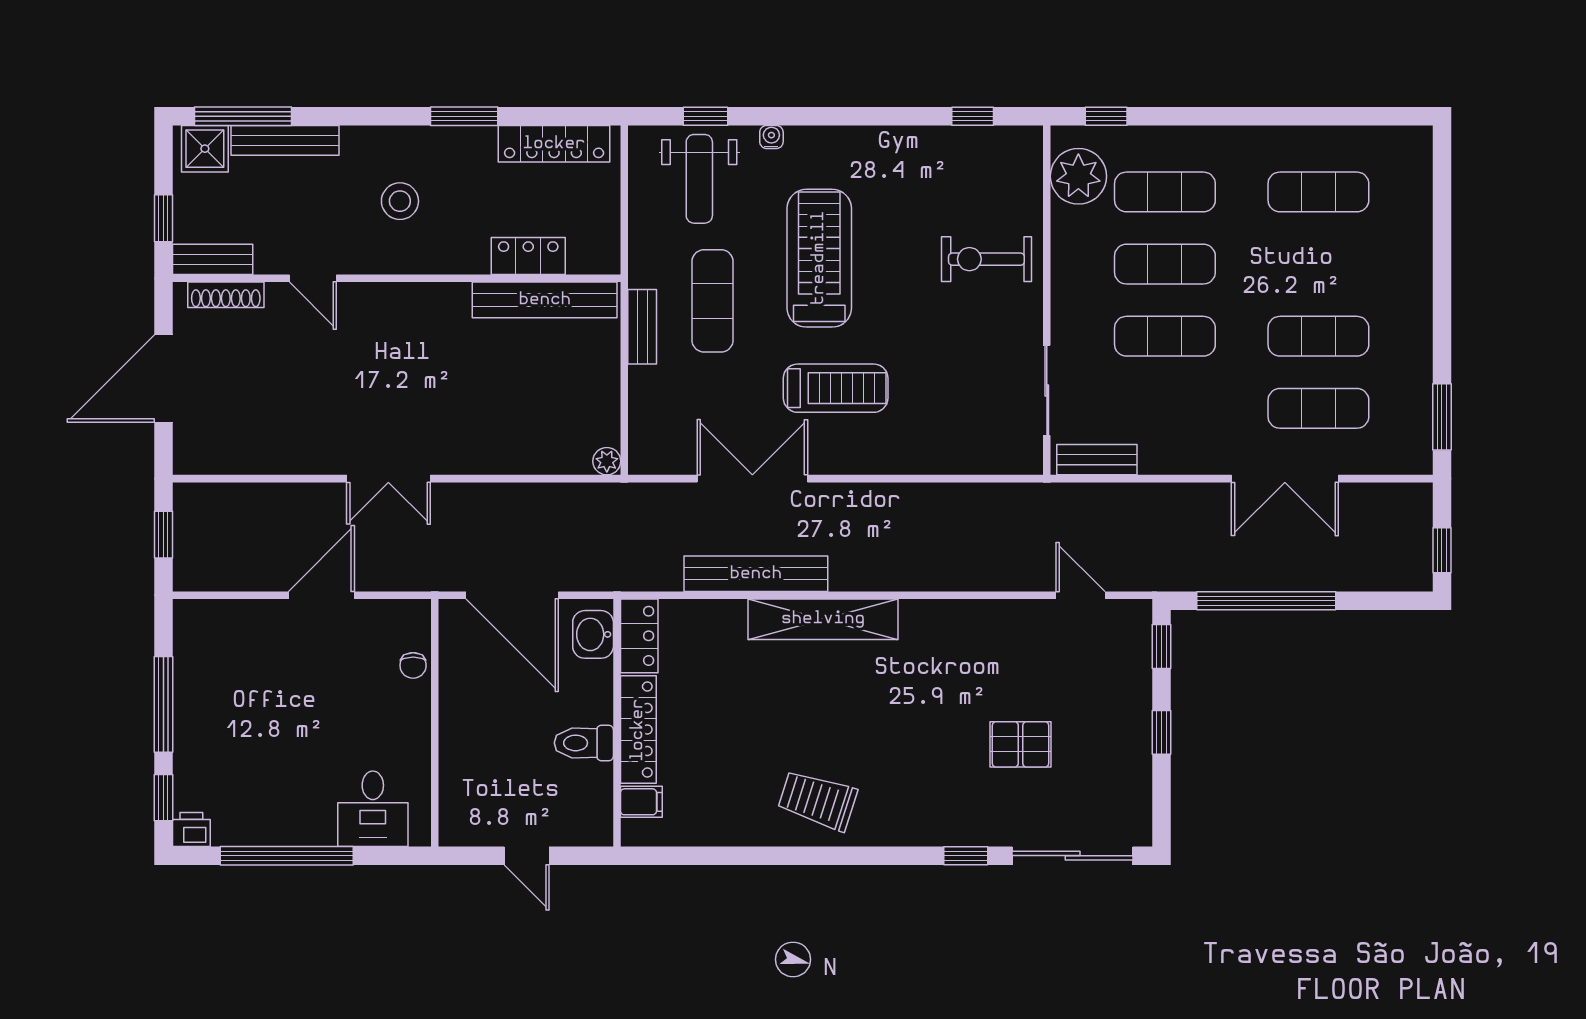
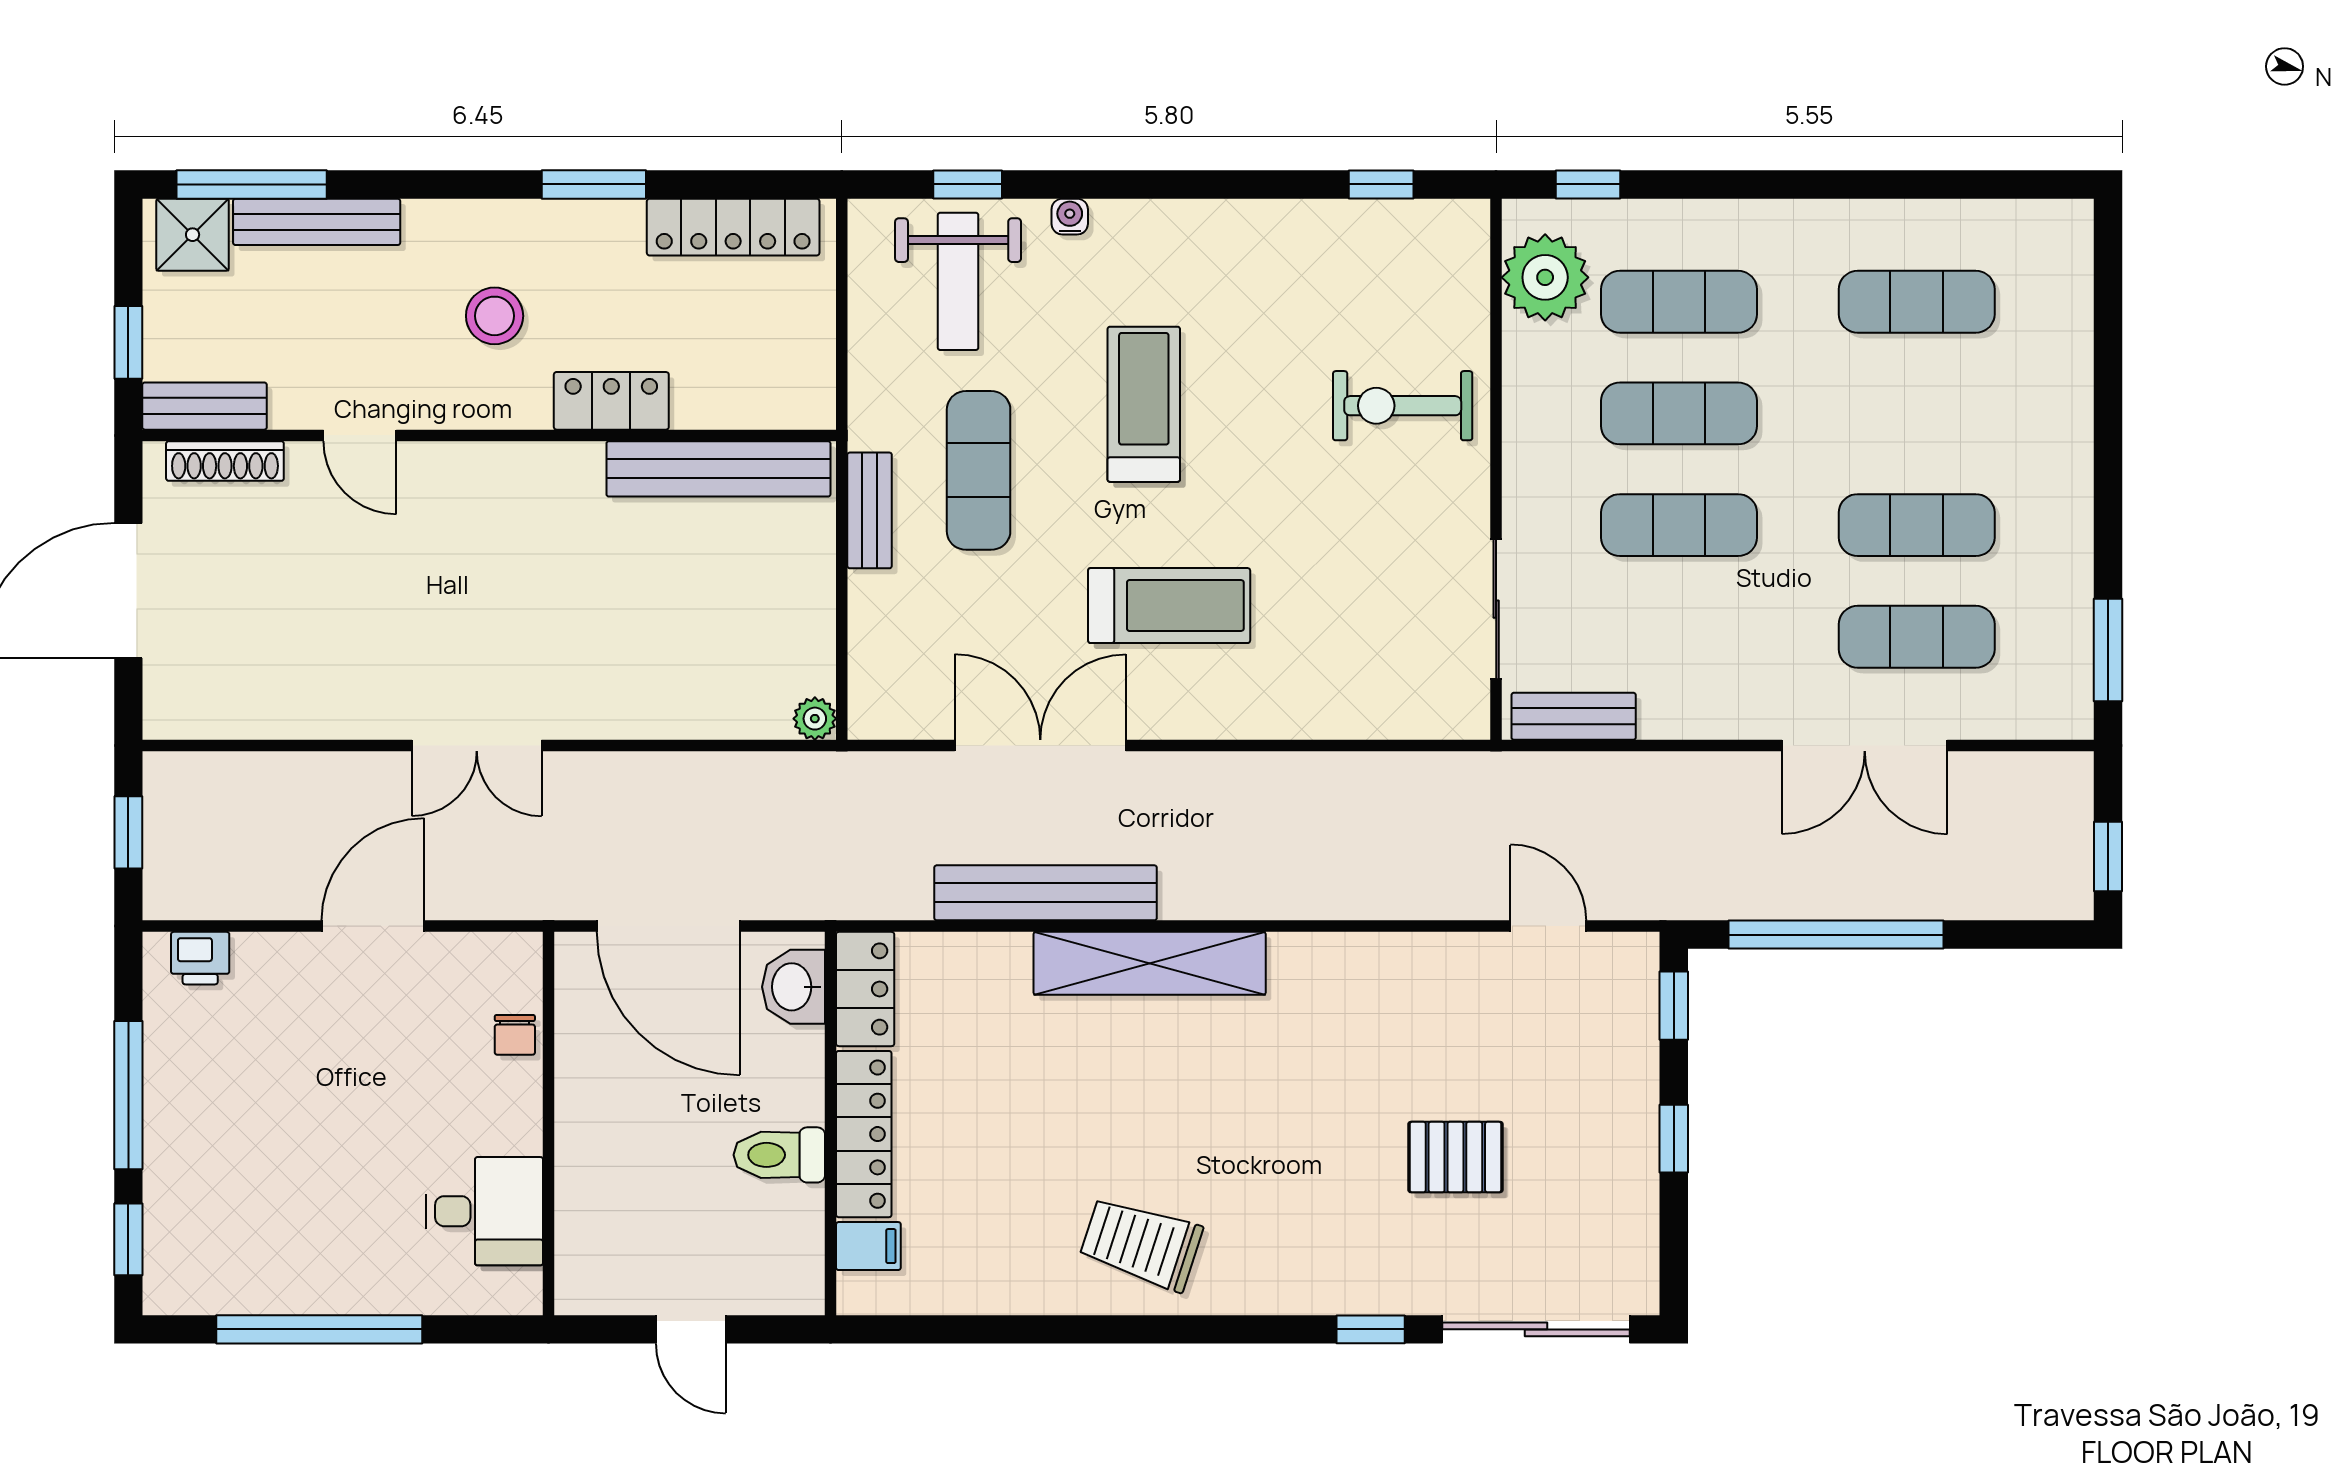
locker: (528, 256) -> (611, 401), moved
treadmill: (819, 258) -> (1144, 404), width x0.73, depth x0.73
desk: (373, 809) -> (484, 1211), moved, turned -90
printer: (191, 830) -> (200, 958), moved, turned 180

